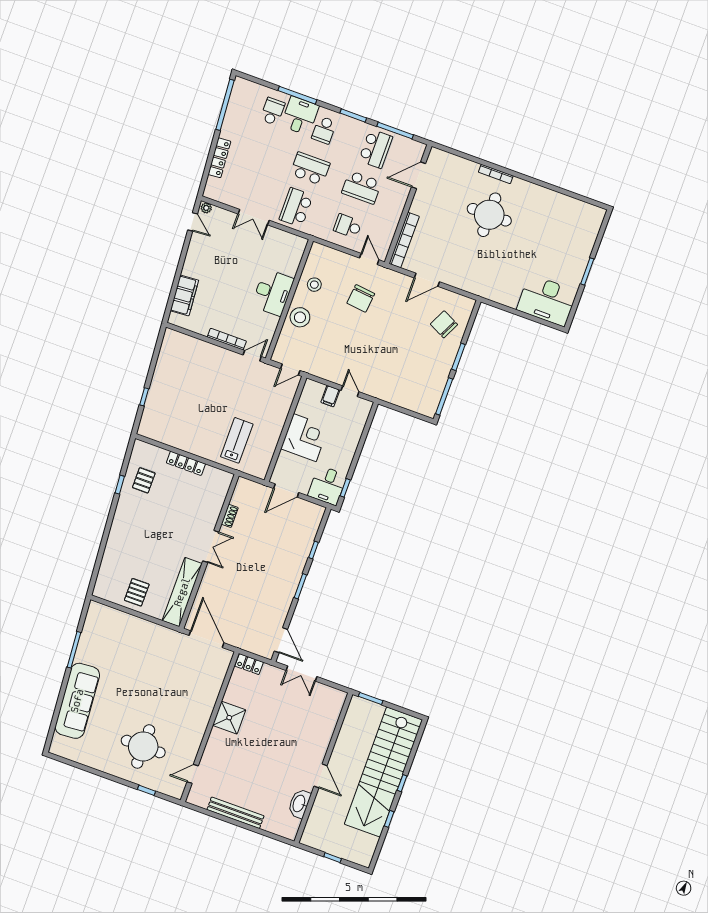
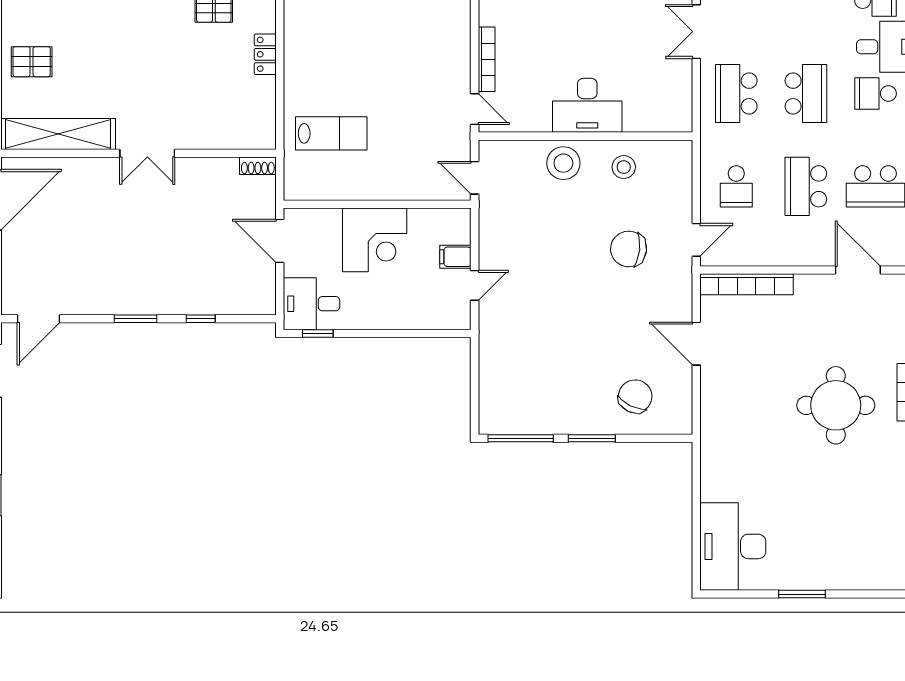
school desk: (296, 207) -> (736, 93), turned -90
school desk: (348, 226) -> (736, 186), turned 180
locker: (186, 463) -> (265, 54), width x0.66
shoe rack: (230, 516) -> (258, 166), moved

